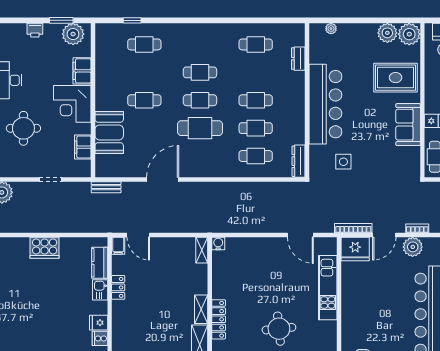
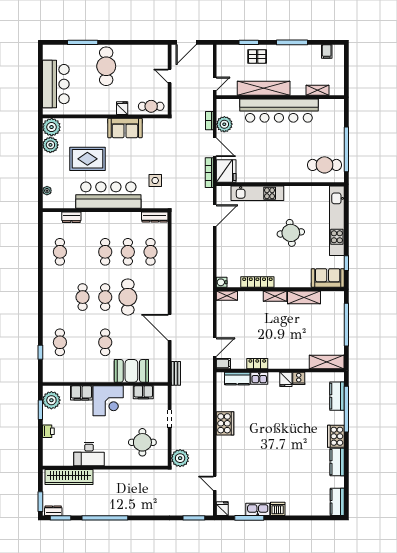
rug: (396, 78) -> (87, 159), moved, turned 90
round table: (23, 128) -> (142, 442), moved
locker: (219, 319) -> (257, 282), moved

